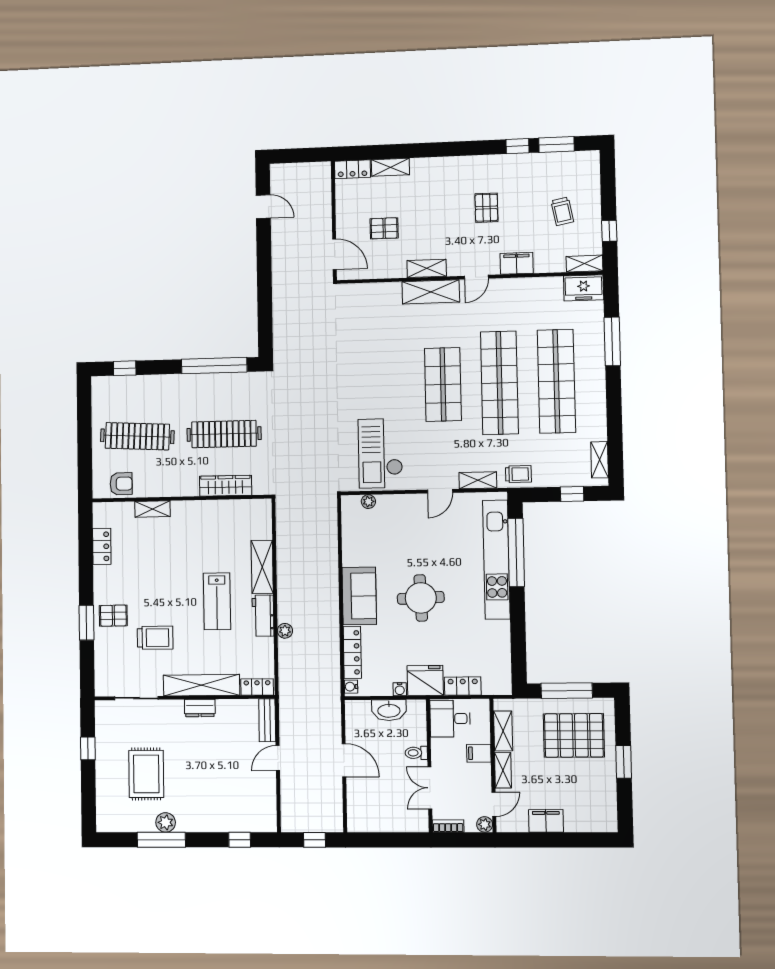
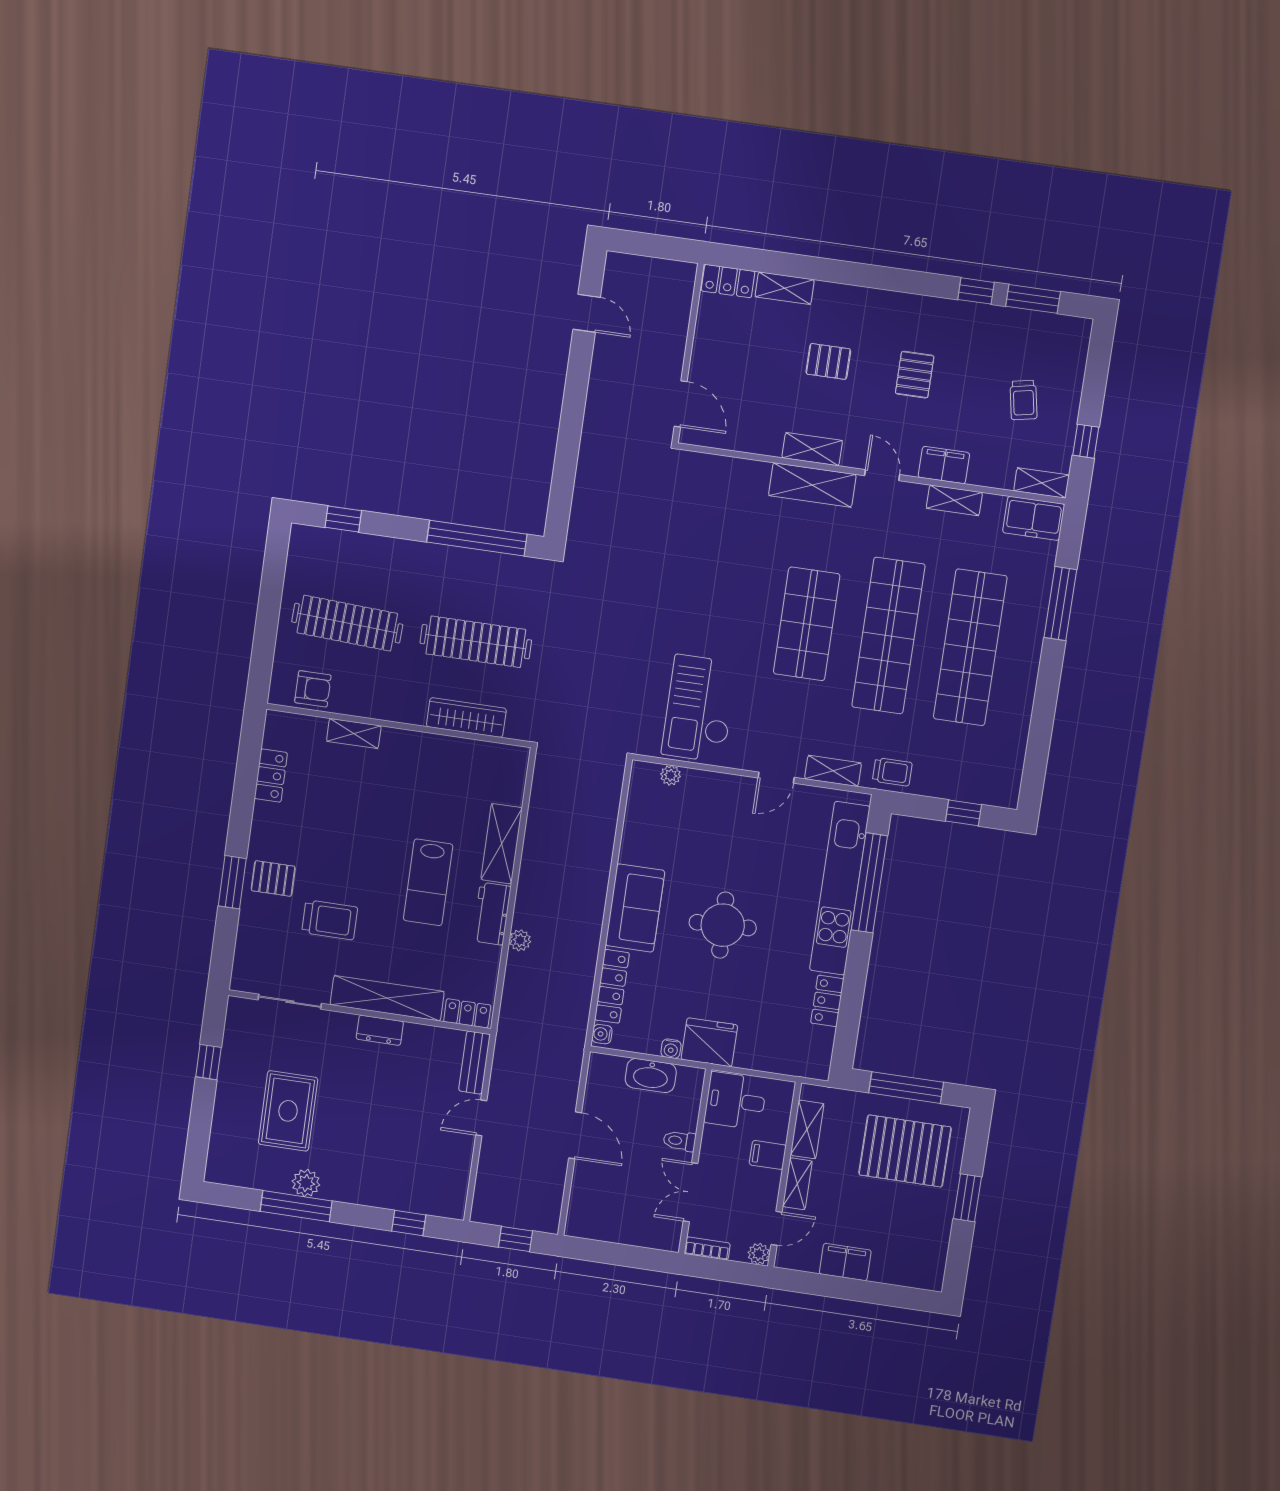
pallet: (384, 228) -> (828, 361), moved
door: (476, 277) -> (882, 475), swing flipped
shelving: (600, 460) -> (954, 500), moved, turned 90
locker: (463, 686) -> (827, 1001), moved, turned -90

